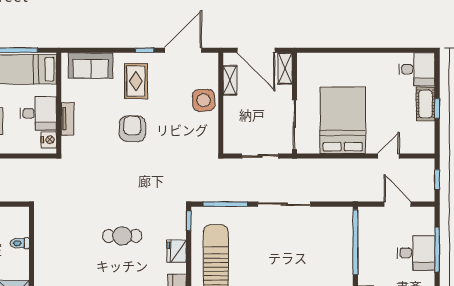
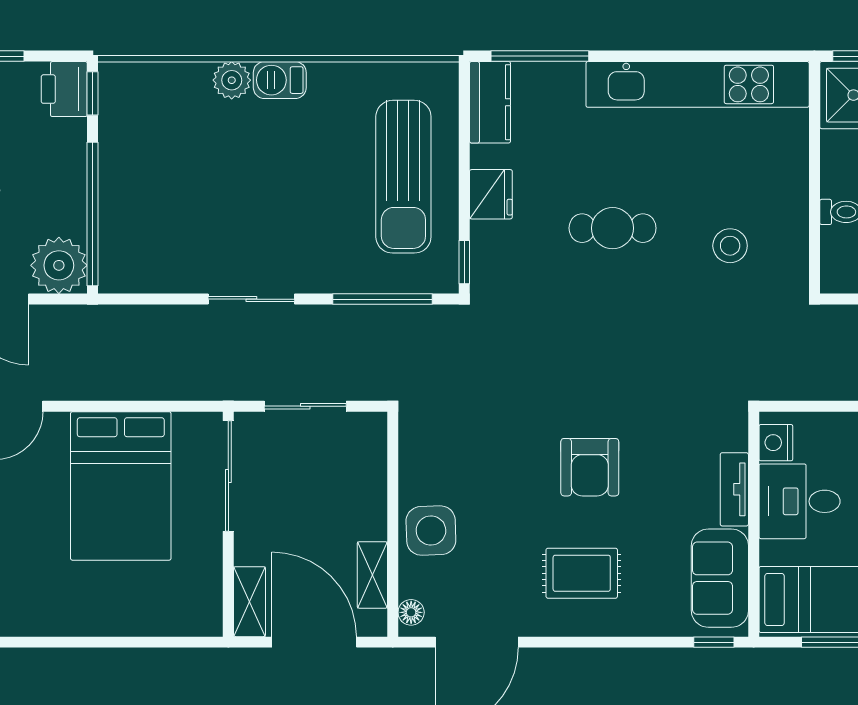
window: (145, 50) -> (714, 642), moved
floor lamp: (212, 64) -> (411, 612), added
sofa: (91, 65) -> (720, 578), moved, turned -90
rug: (136, 81) -> (582, 573), turned 90
sliding door: (284, 204) -> (251, 299), width x0.73
plant: (370, 219) -> (59, 265), added
stool: (69, 228) -> (730, 246), added

